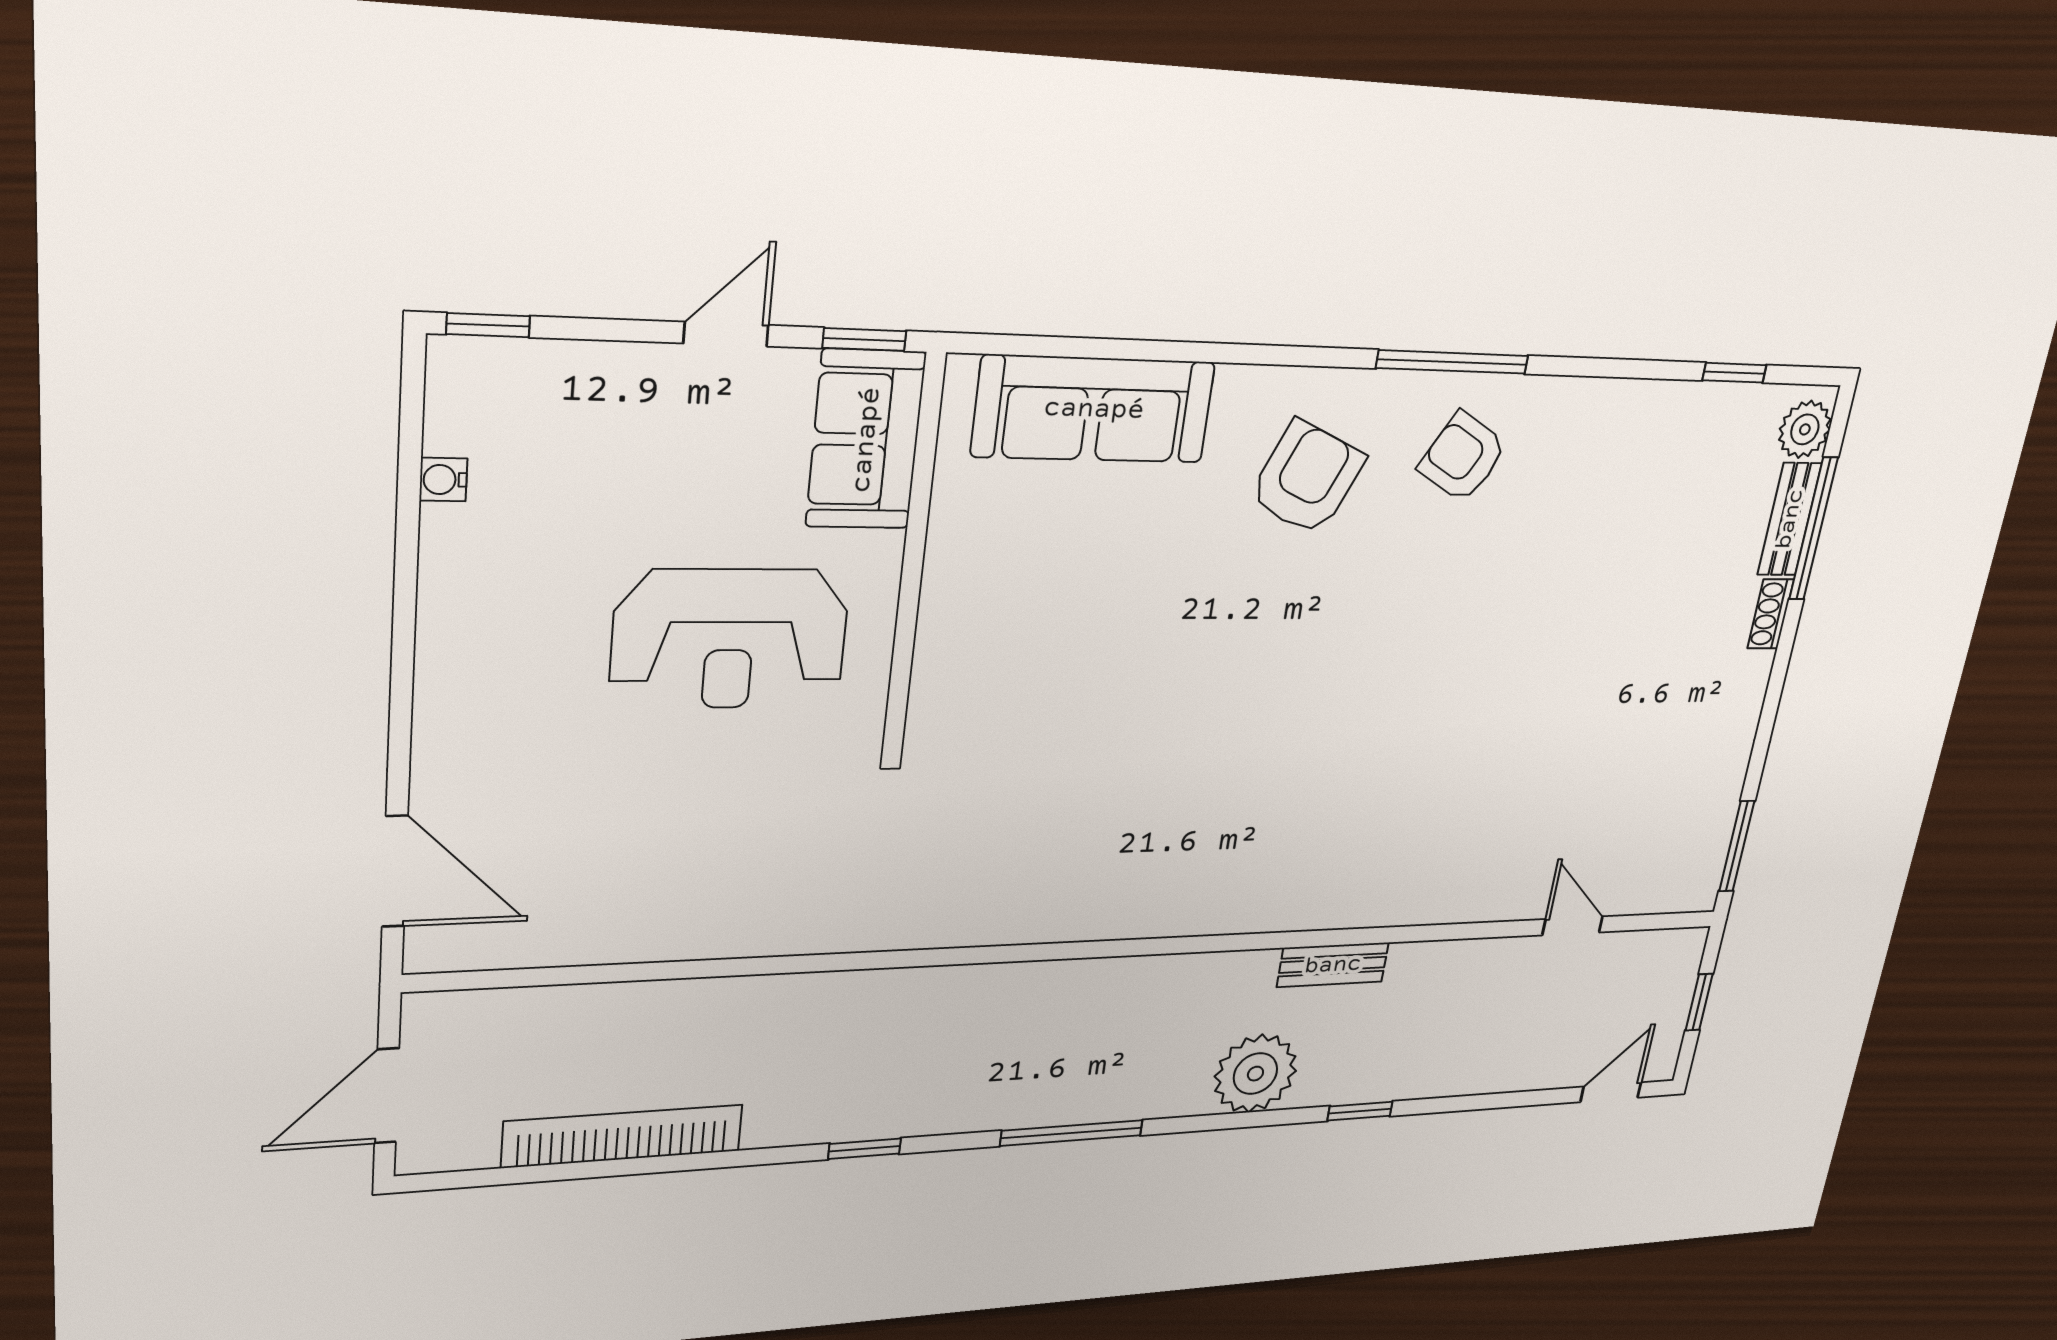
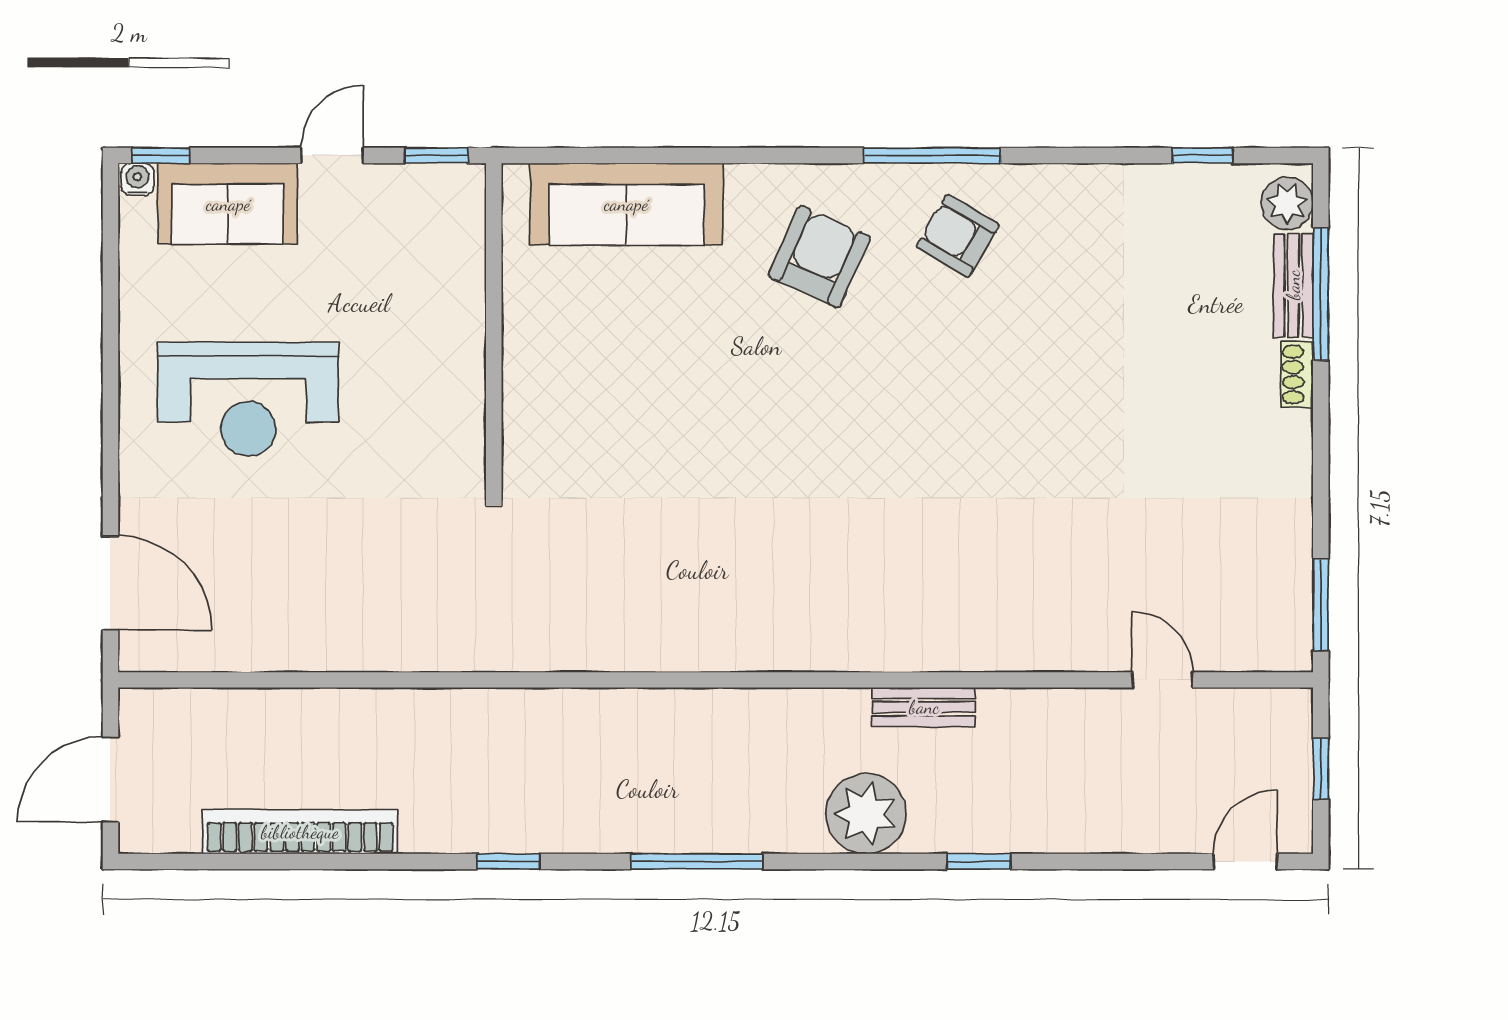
sofa: (866, 440) -> (228, 204), moved, turned -90
water cooler: (443, 480) -> (137, 179), moved, turned 90
reception desk: (730, 639) -> (248, 399), moved

